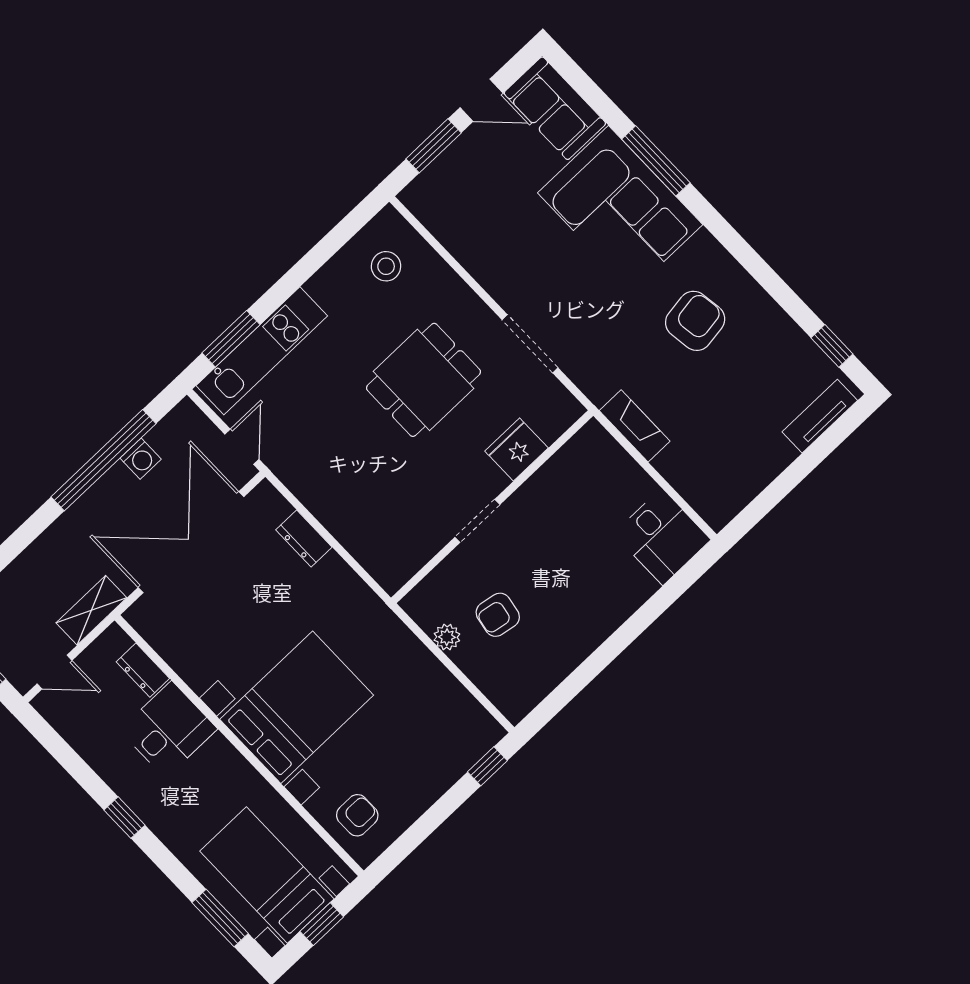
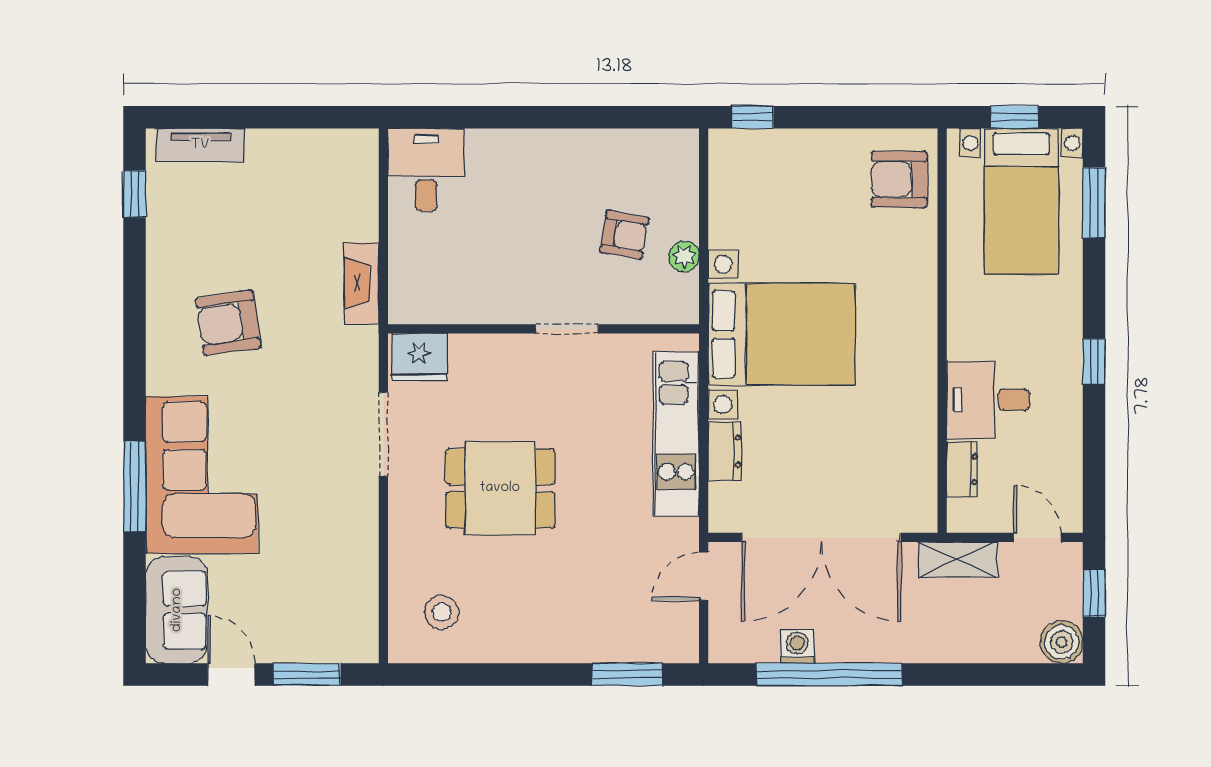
kitchen unit: (262, 351) -> (676, 434), moved, turned -90
fridge: (517, 450) -> (419, 357), moved
bed with nightstands: (297, 707) -> (782, 334), moved, turned 180
armchair: (357, 815) -> (899, 179), width x1.38, depth x1.38

